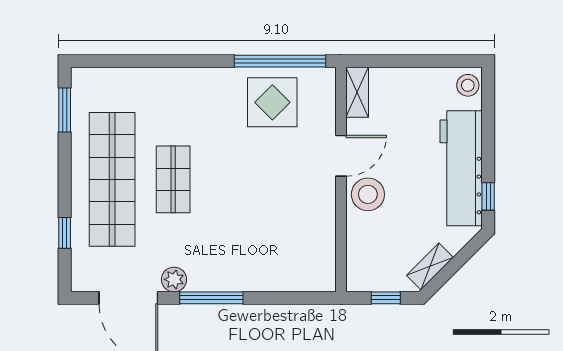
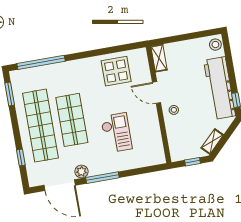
window: (280, 61) -> (41, 62), moved
door: (341, 156) -> (156, 93), swing flipped
shop shelf: (173, 179) -> (72, 120), width x1.43, depth x1.36
stool: (368, 194) -> (174, 110), width x0.53, depth x0.53
checkout: (252, 218) -> (116, 133), added

